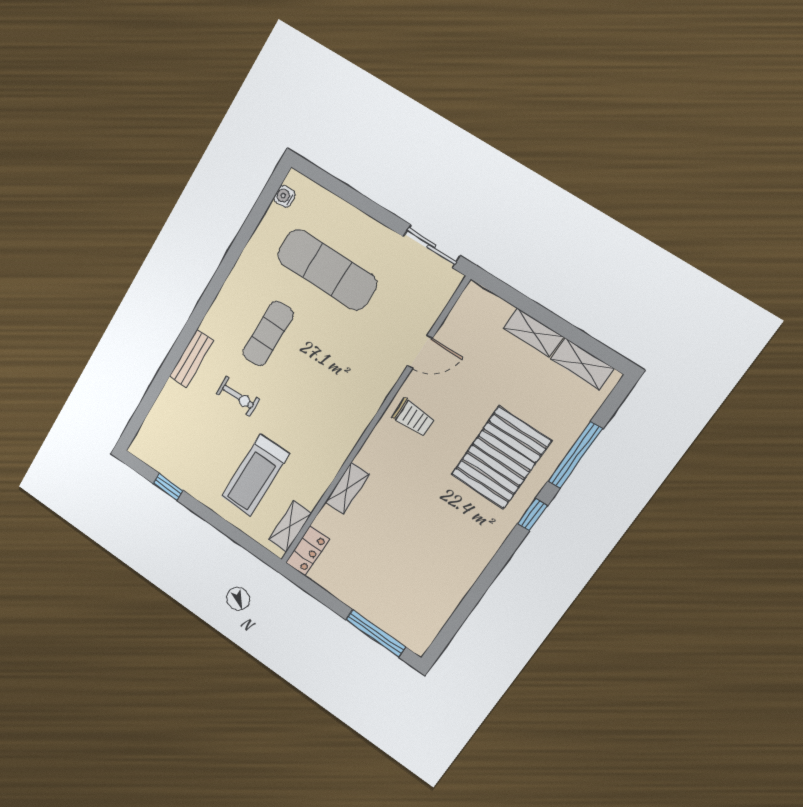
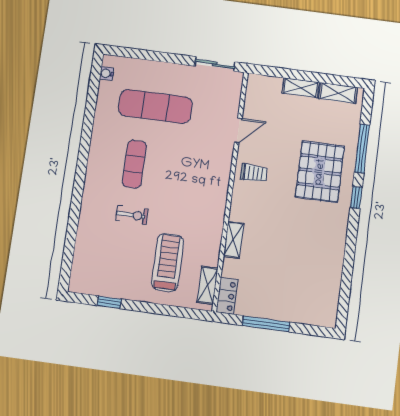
bench: (191, 358) -> (88, 205), removed
treadmill: (255, 475) -> (168, 263), turned 180
window: (376, 633) -> (266, 324), moved

